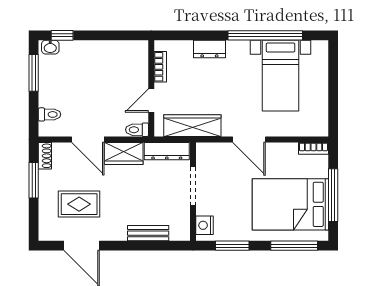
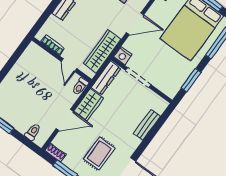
nightstand: (204, 225) -> (123, 56), moved

